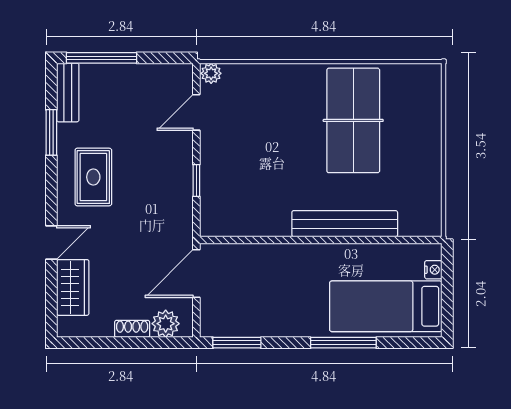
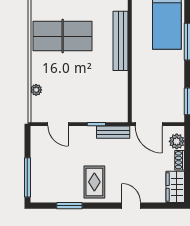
plant: (211, 73) -> (36, 90), moved
bench: (68, 93) -> (113, 132), moved
rug: (93, 177) -> (94, 182), turned 90
wardrobe: (73, 287) -> (175, 187), moved, turned -90

